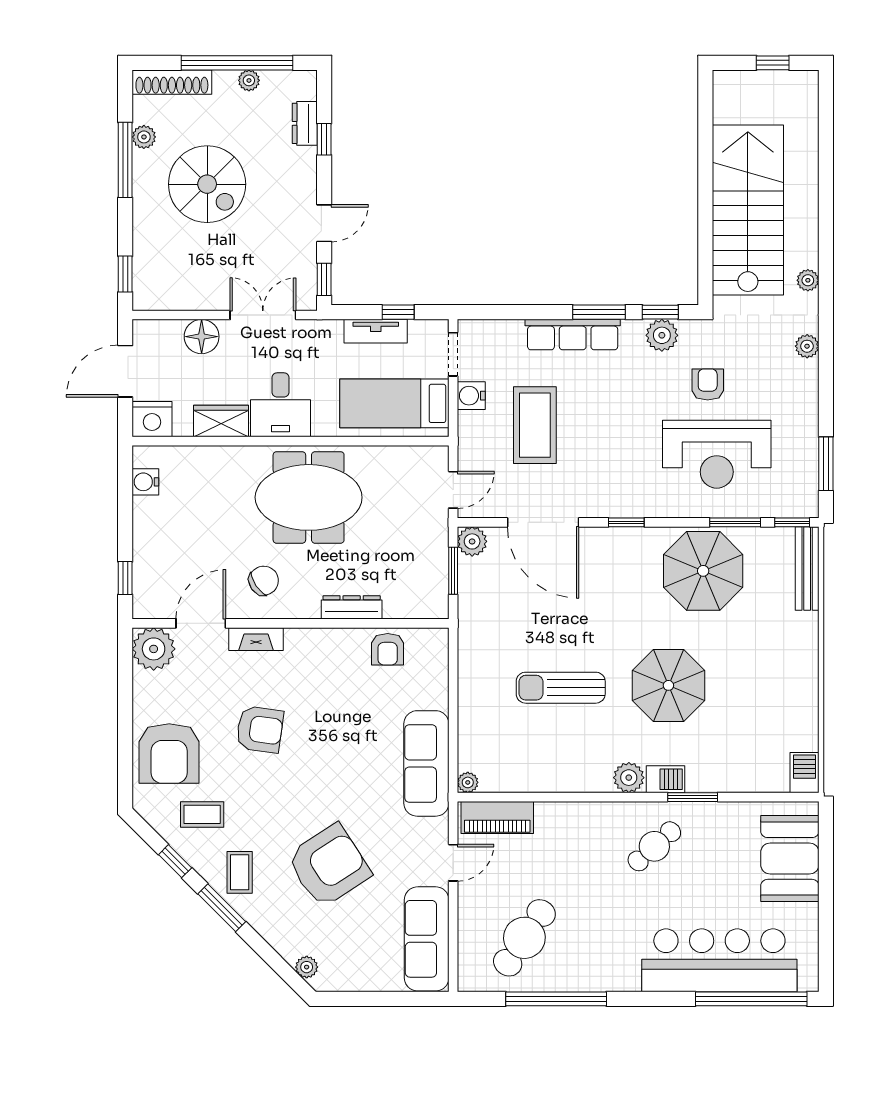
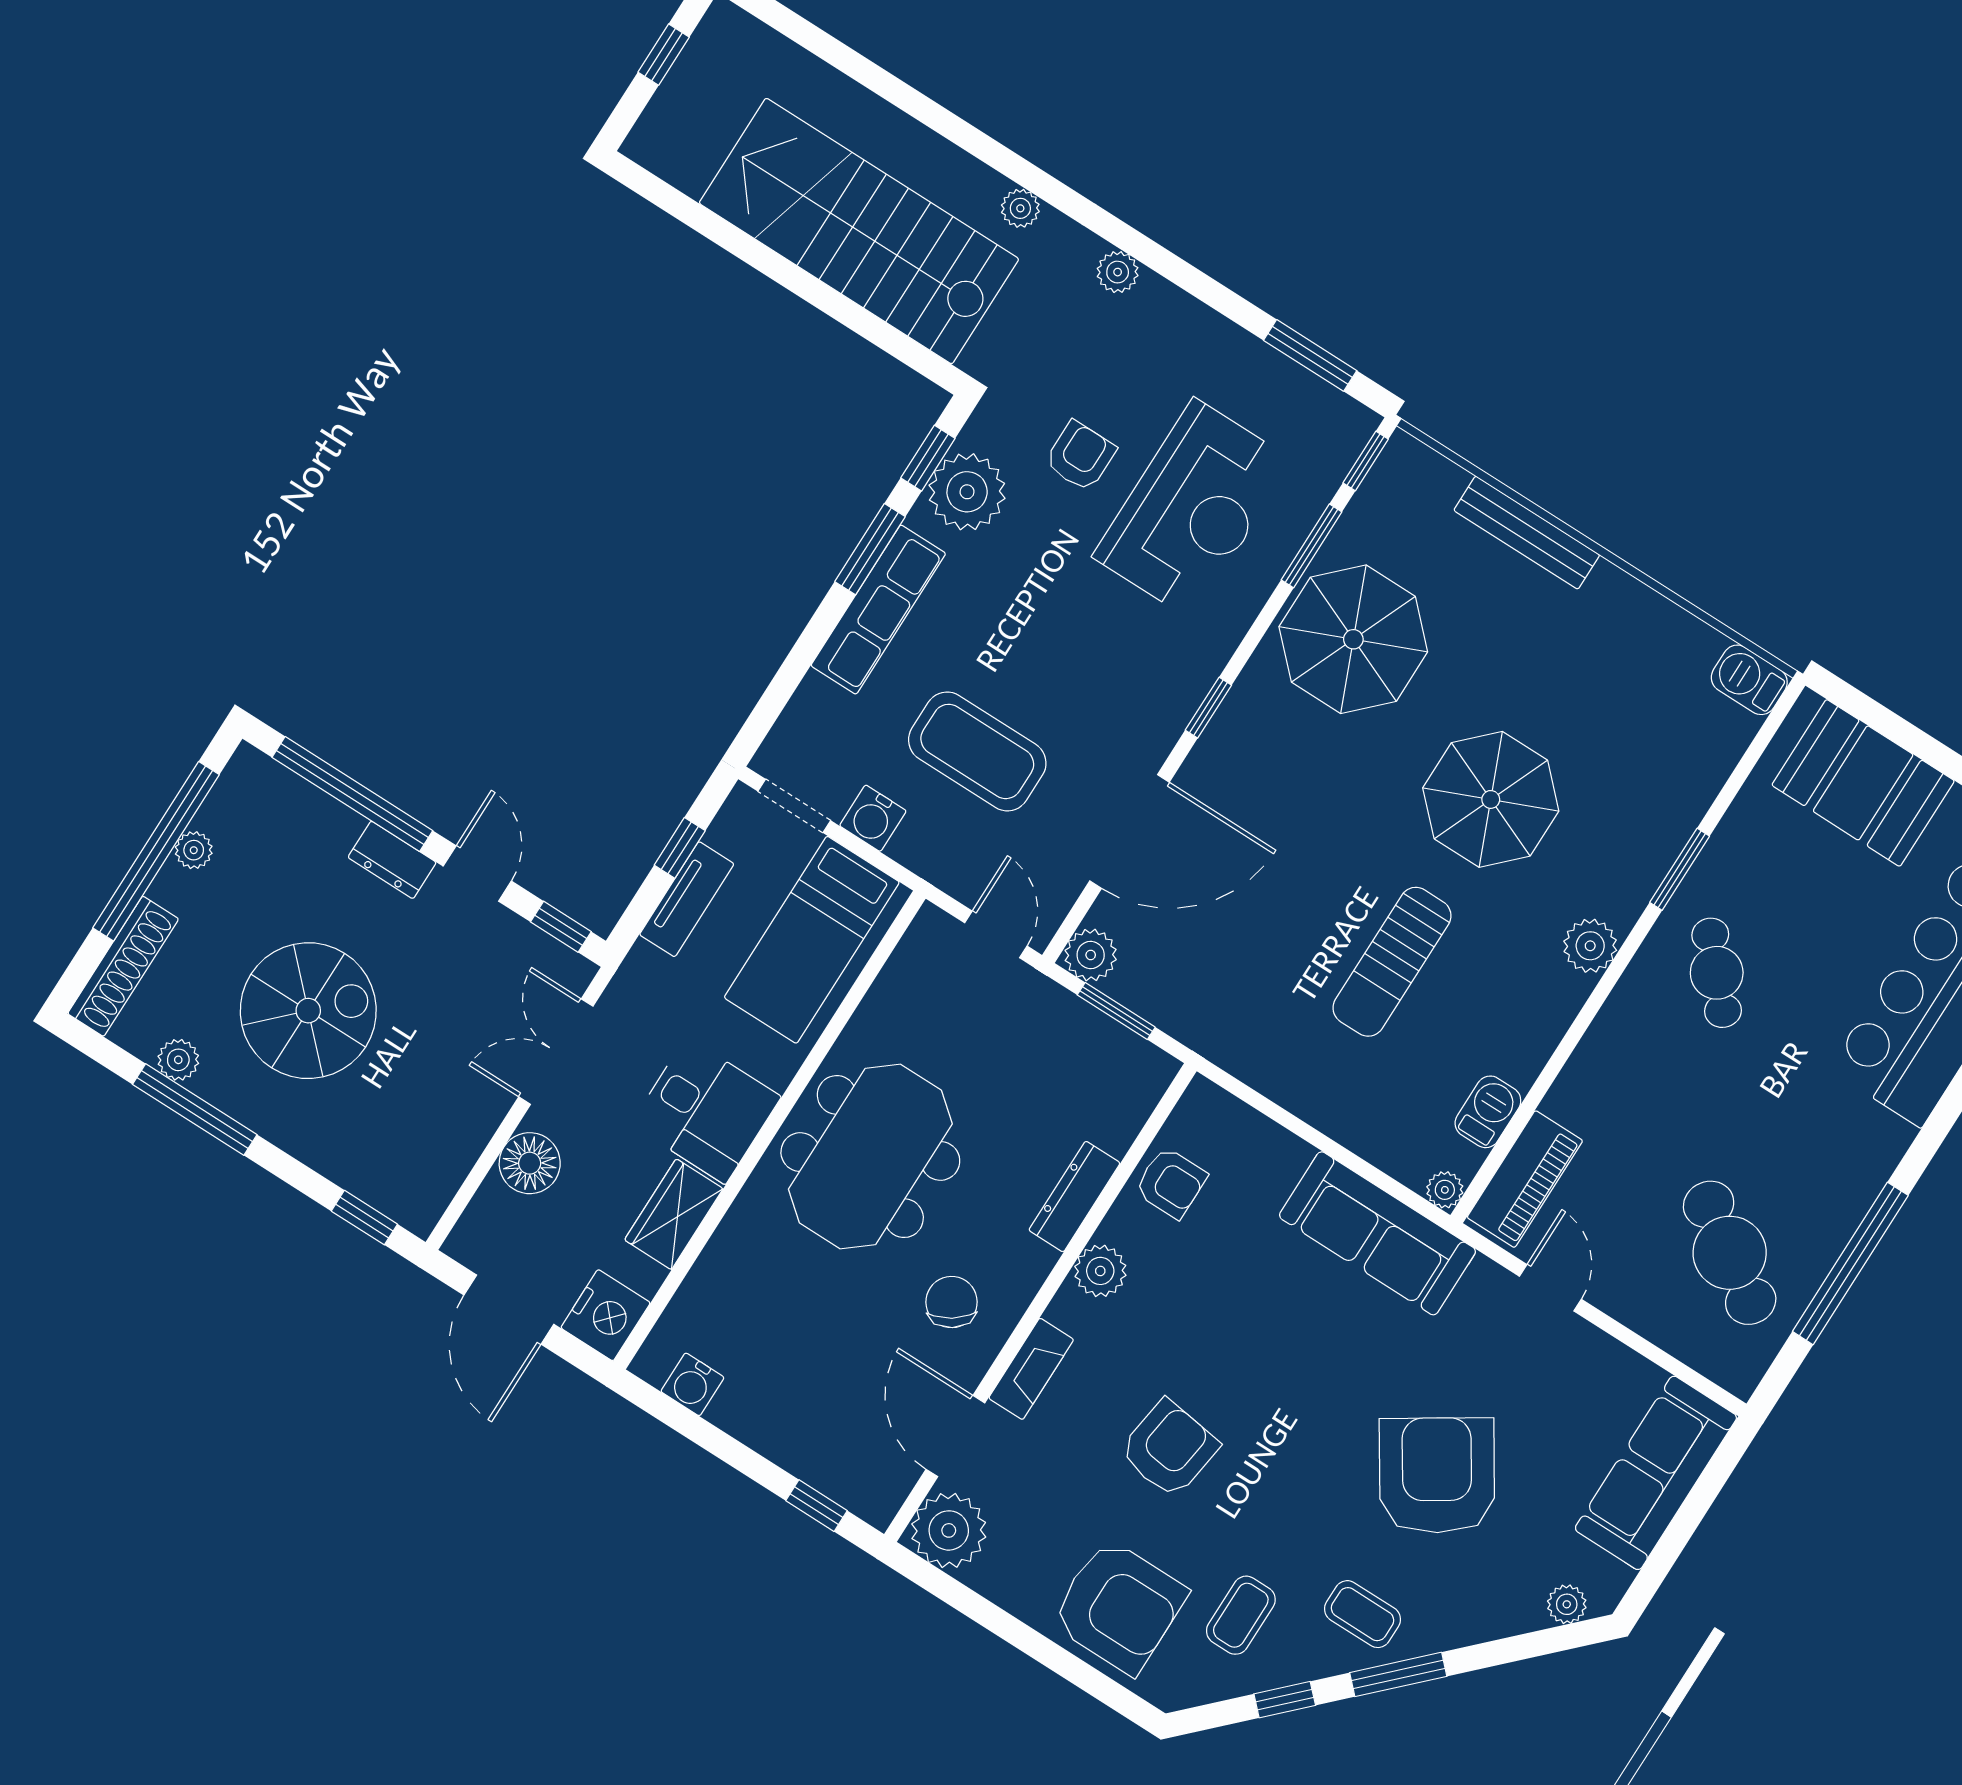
dresser: (305, 123) -> (392, 860), moved
window: (324, 139) -> (352, 794), width x3.17
plant: (662, 335) -> (967, 492), width x1.36, depth x1.36
armchair: (708, 384) -> (1080, 456), turned 90
bench: (807, 569) -> (1527, 533), moved
plant: (324, 642) -> (1100, 1271), added
barbecue: (665, 779) -> (1488, 1112), moved
sofa: (427, 939) -> (1656, 1473), moved, turned 90

